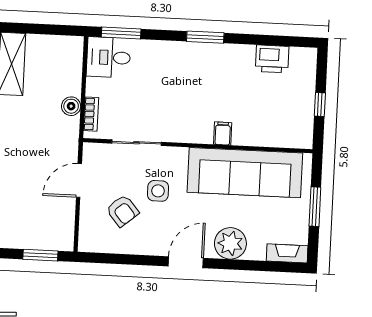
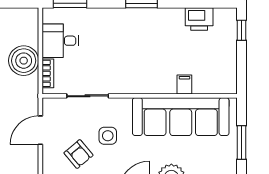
desk: (108, 57) -> (60, 41), moved
window: (320, 104) -> (241, 30), moved
boiler: (71, 106) -> (24, 61), width x1.86, depth x1.86
filing cabinet: (223, 134) -> (184, 84), moved

